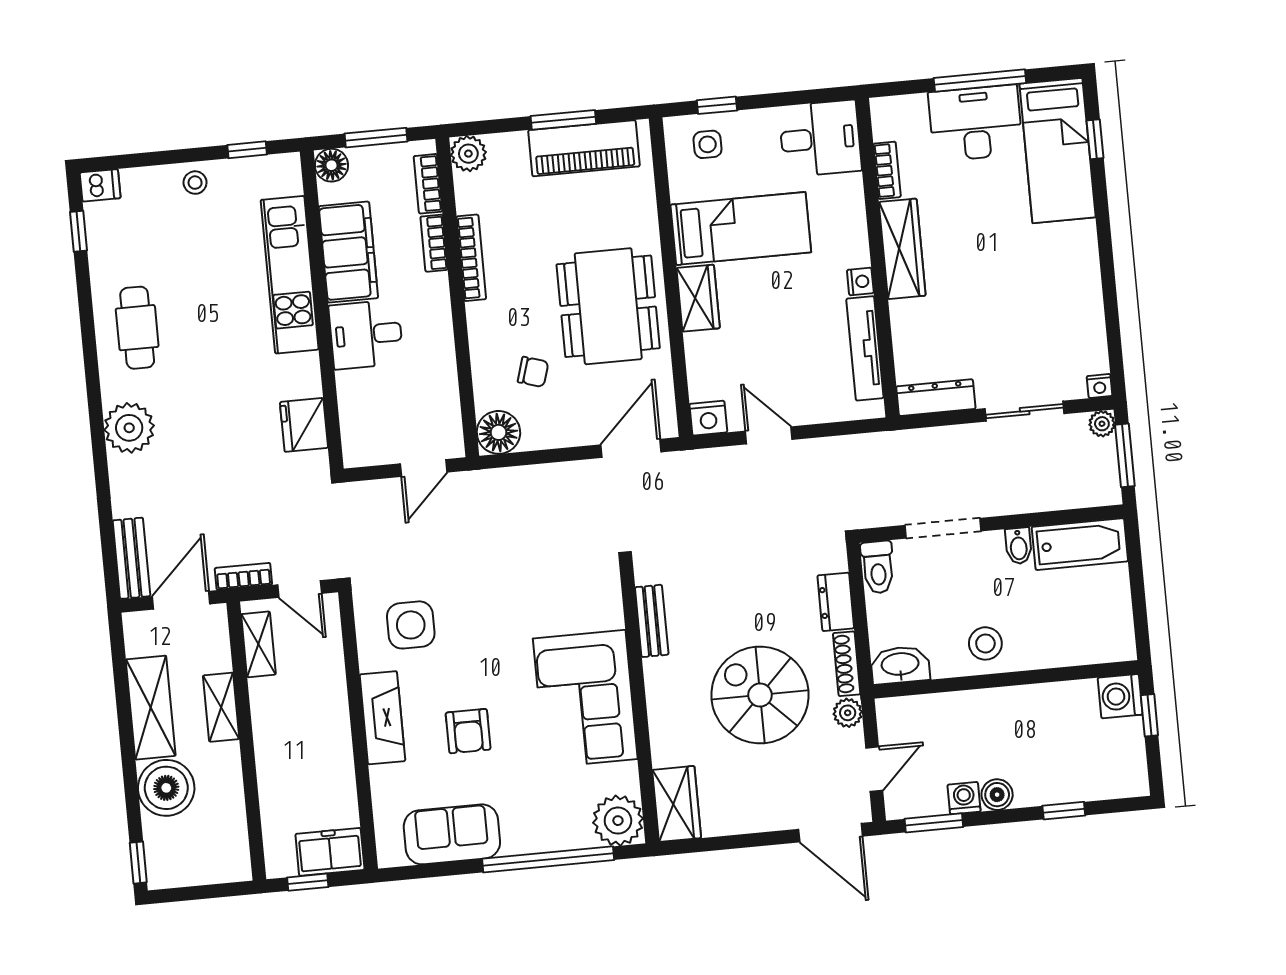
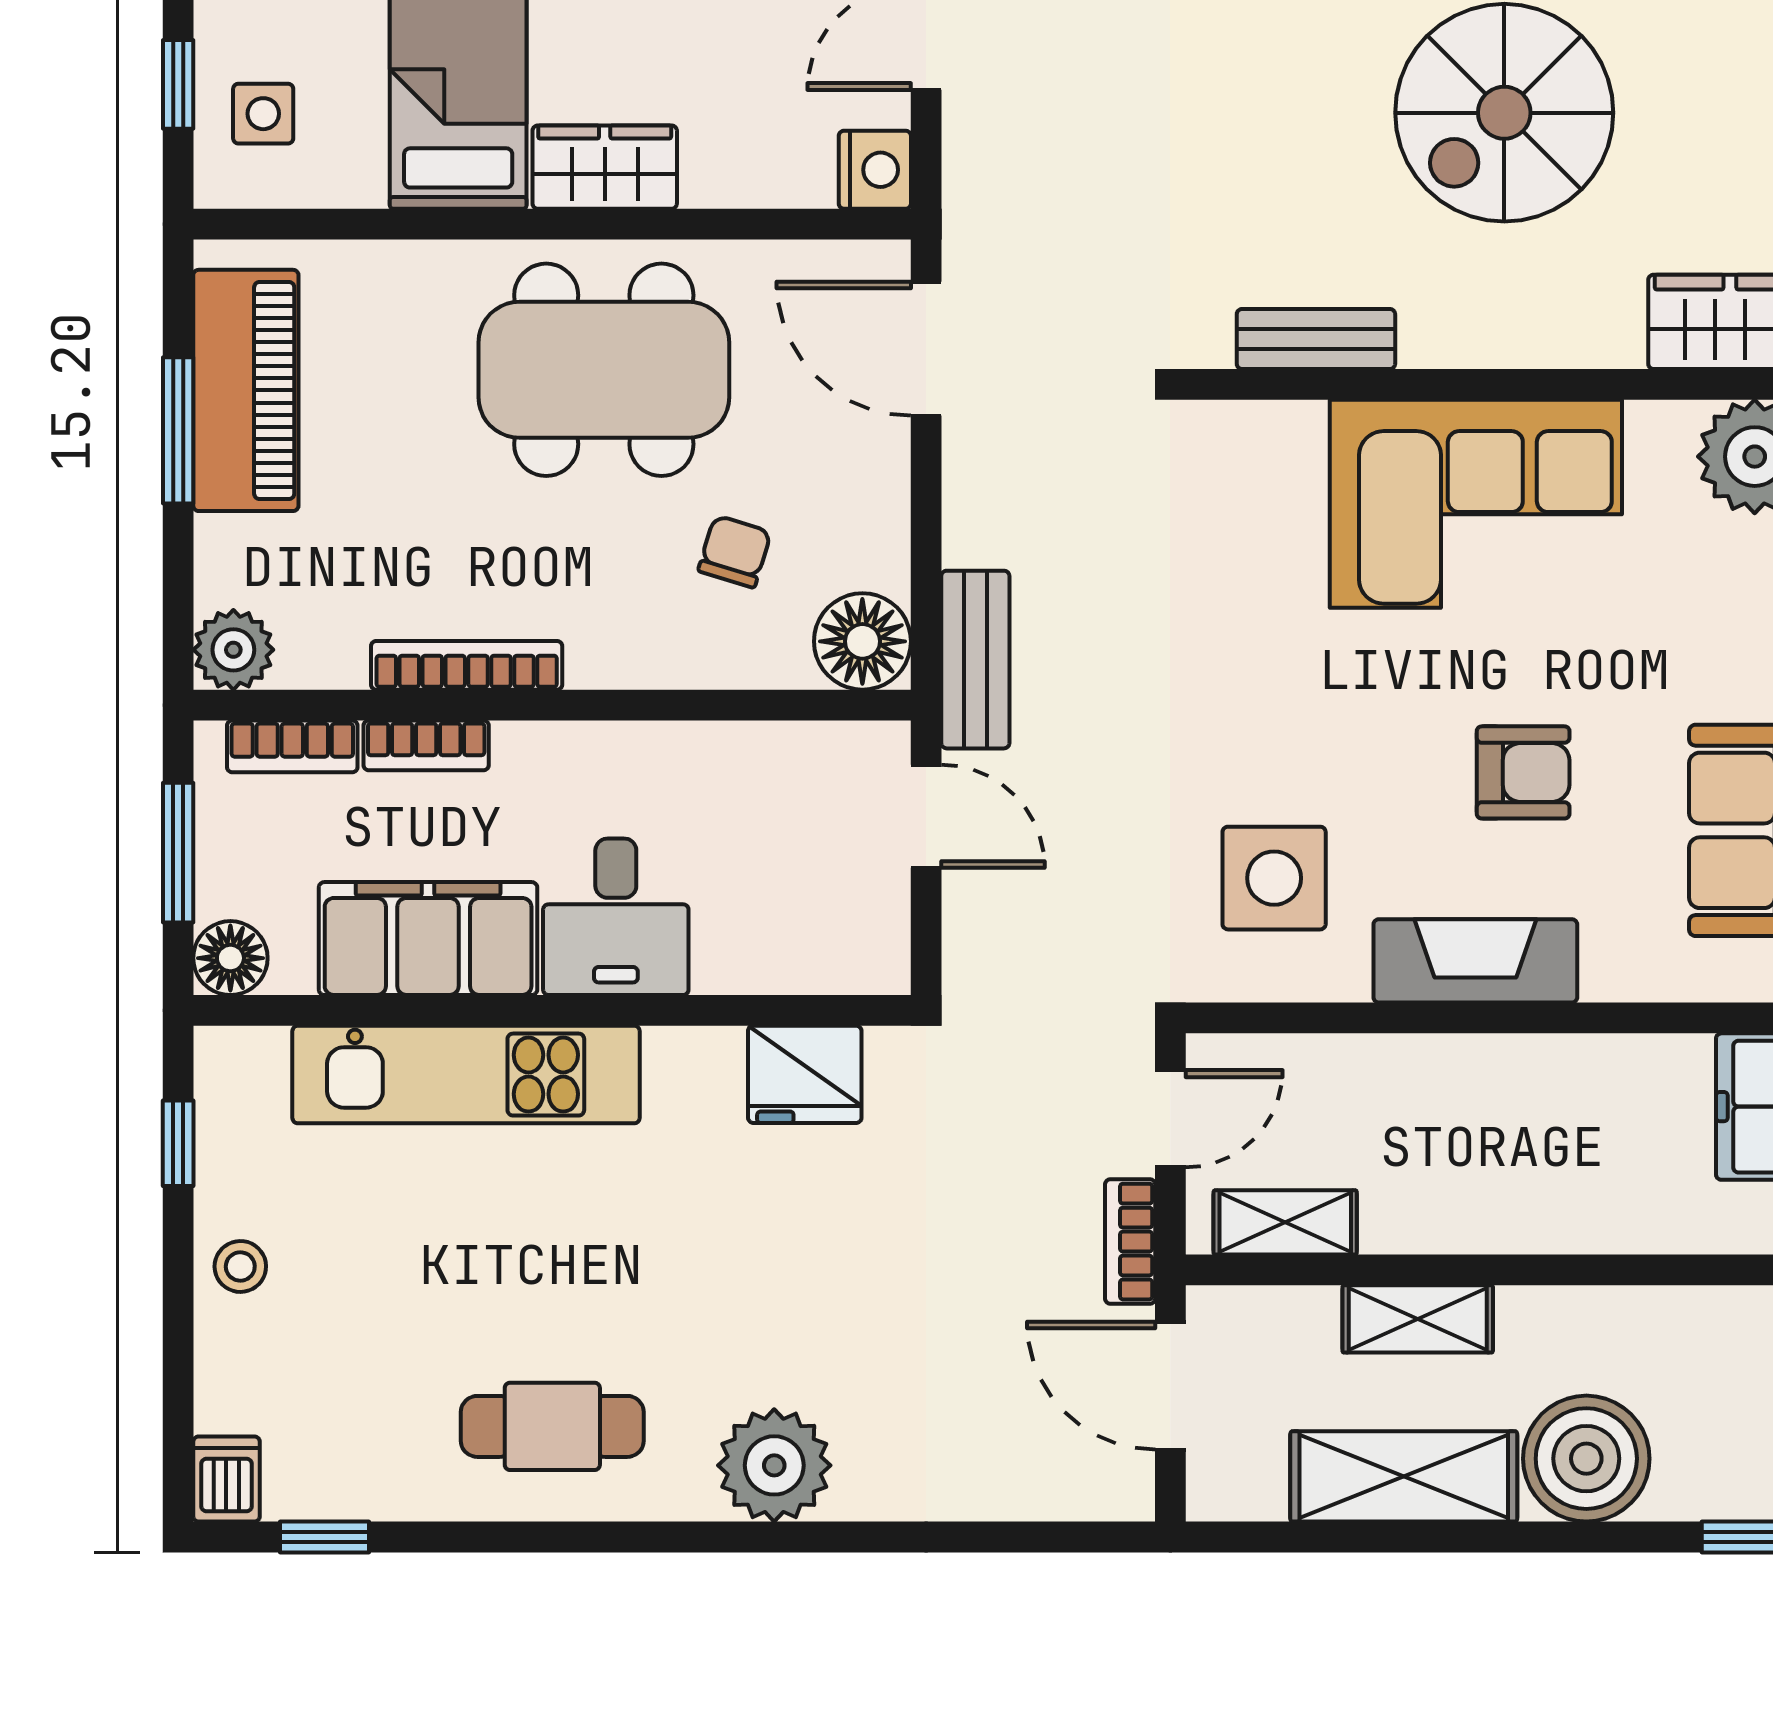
bench: (131, 558) -> (975, 660), moved, turned 90

